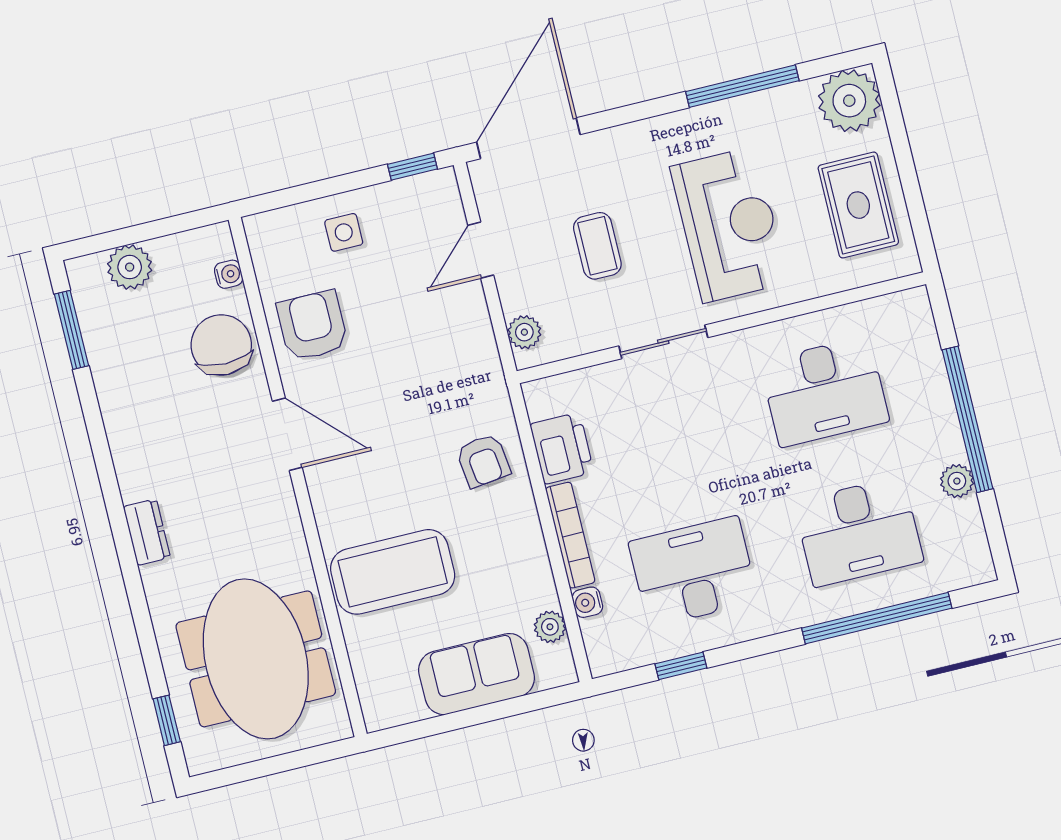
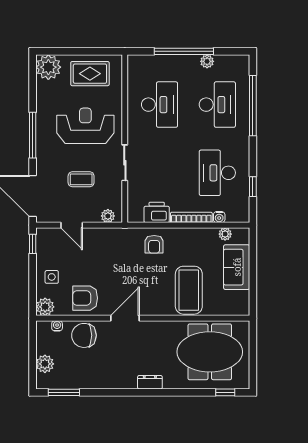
window: (742, 86) -> (33, 135), moved
plant: (268, 234) -> (45, 307), added
armchair: (483, 461) -> (154, 244), turned 97

